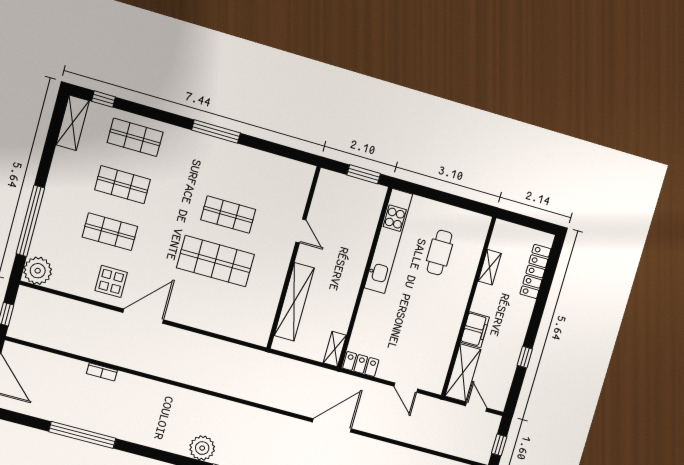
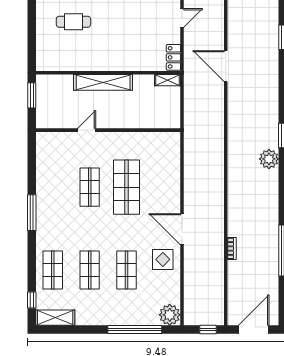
kitchen unit: (388, 241) -> (76, 63), removed
shelving: (294, 302) -> (103, 82), moved

